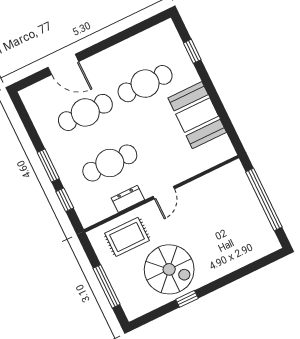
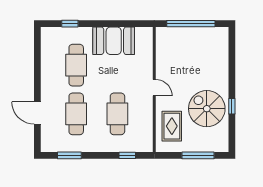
door: (63, 64) -> (37, 113), swing flipped
window: (48, 166) -> (69, 155), moved
dresser: (128, 199) -> (147, 113), removed
spiral stairs: (169, 269) -> (207, 109), turned -90

